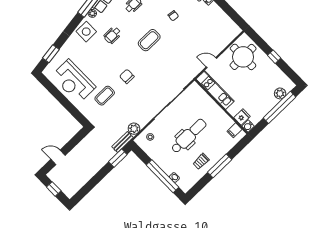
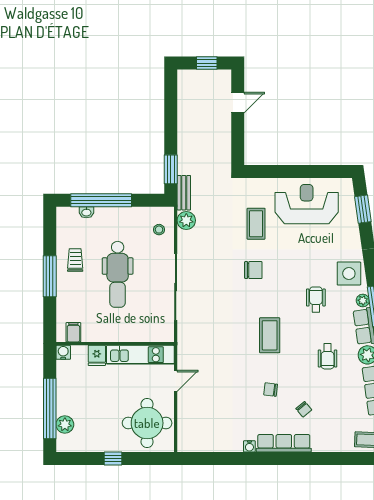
fridge: (242, 117) -> (97, 355), moved

